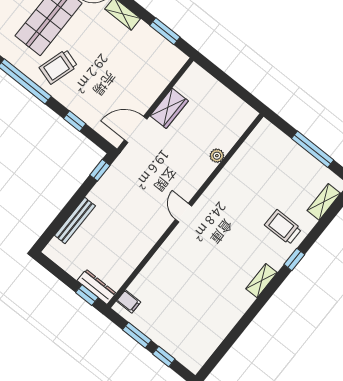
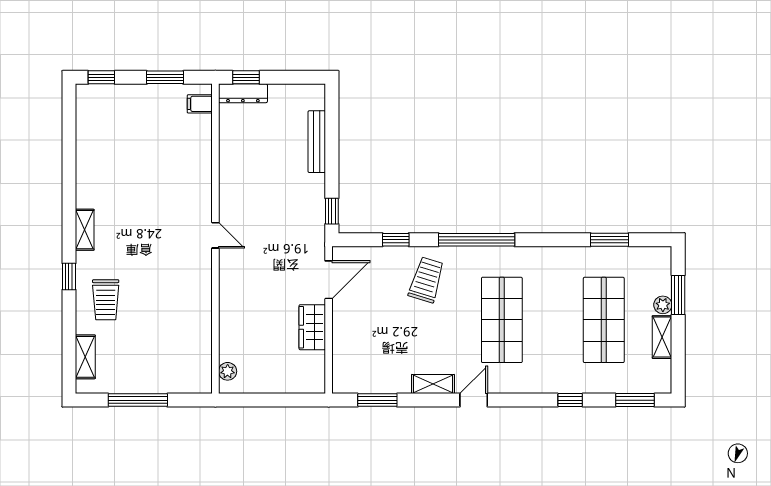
trolley: (58, 67) -> (426, 280), moved
plant: (217, 156) -> (228, 371), moved
trolley: (283, 227) -> (106, 300), turned 90
window: (164, 357) -> (101, 77), moved

